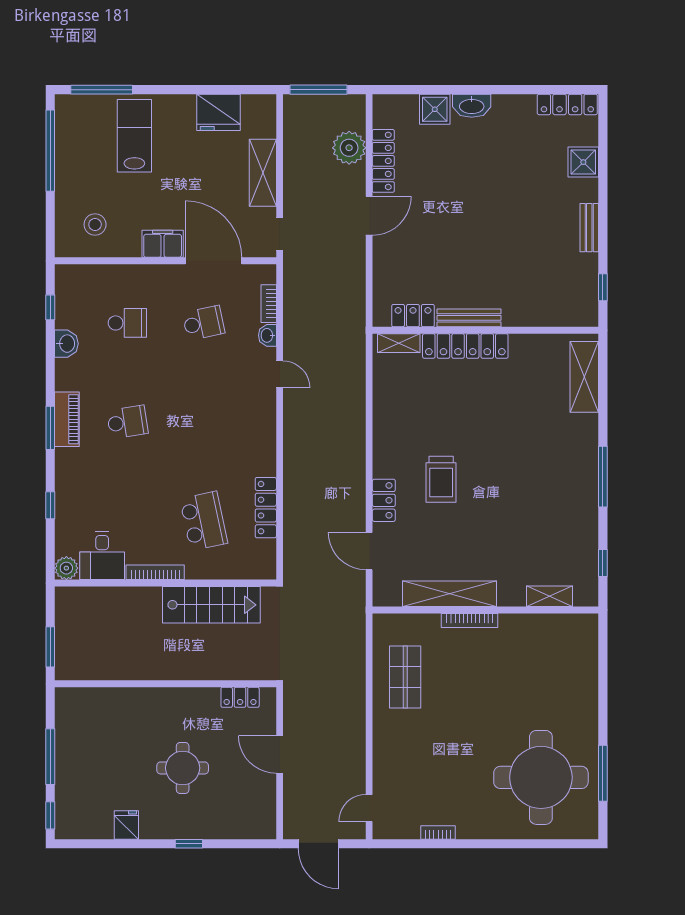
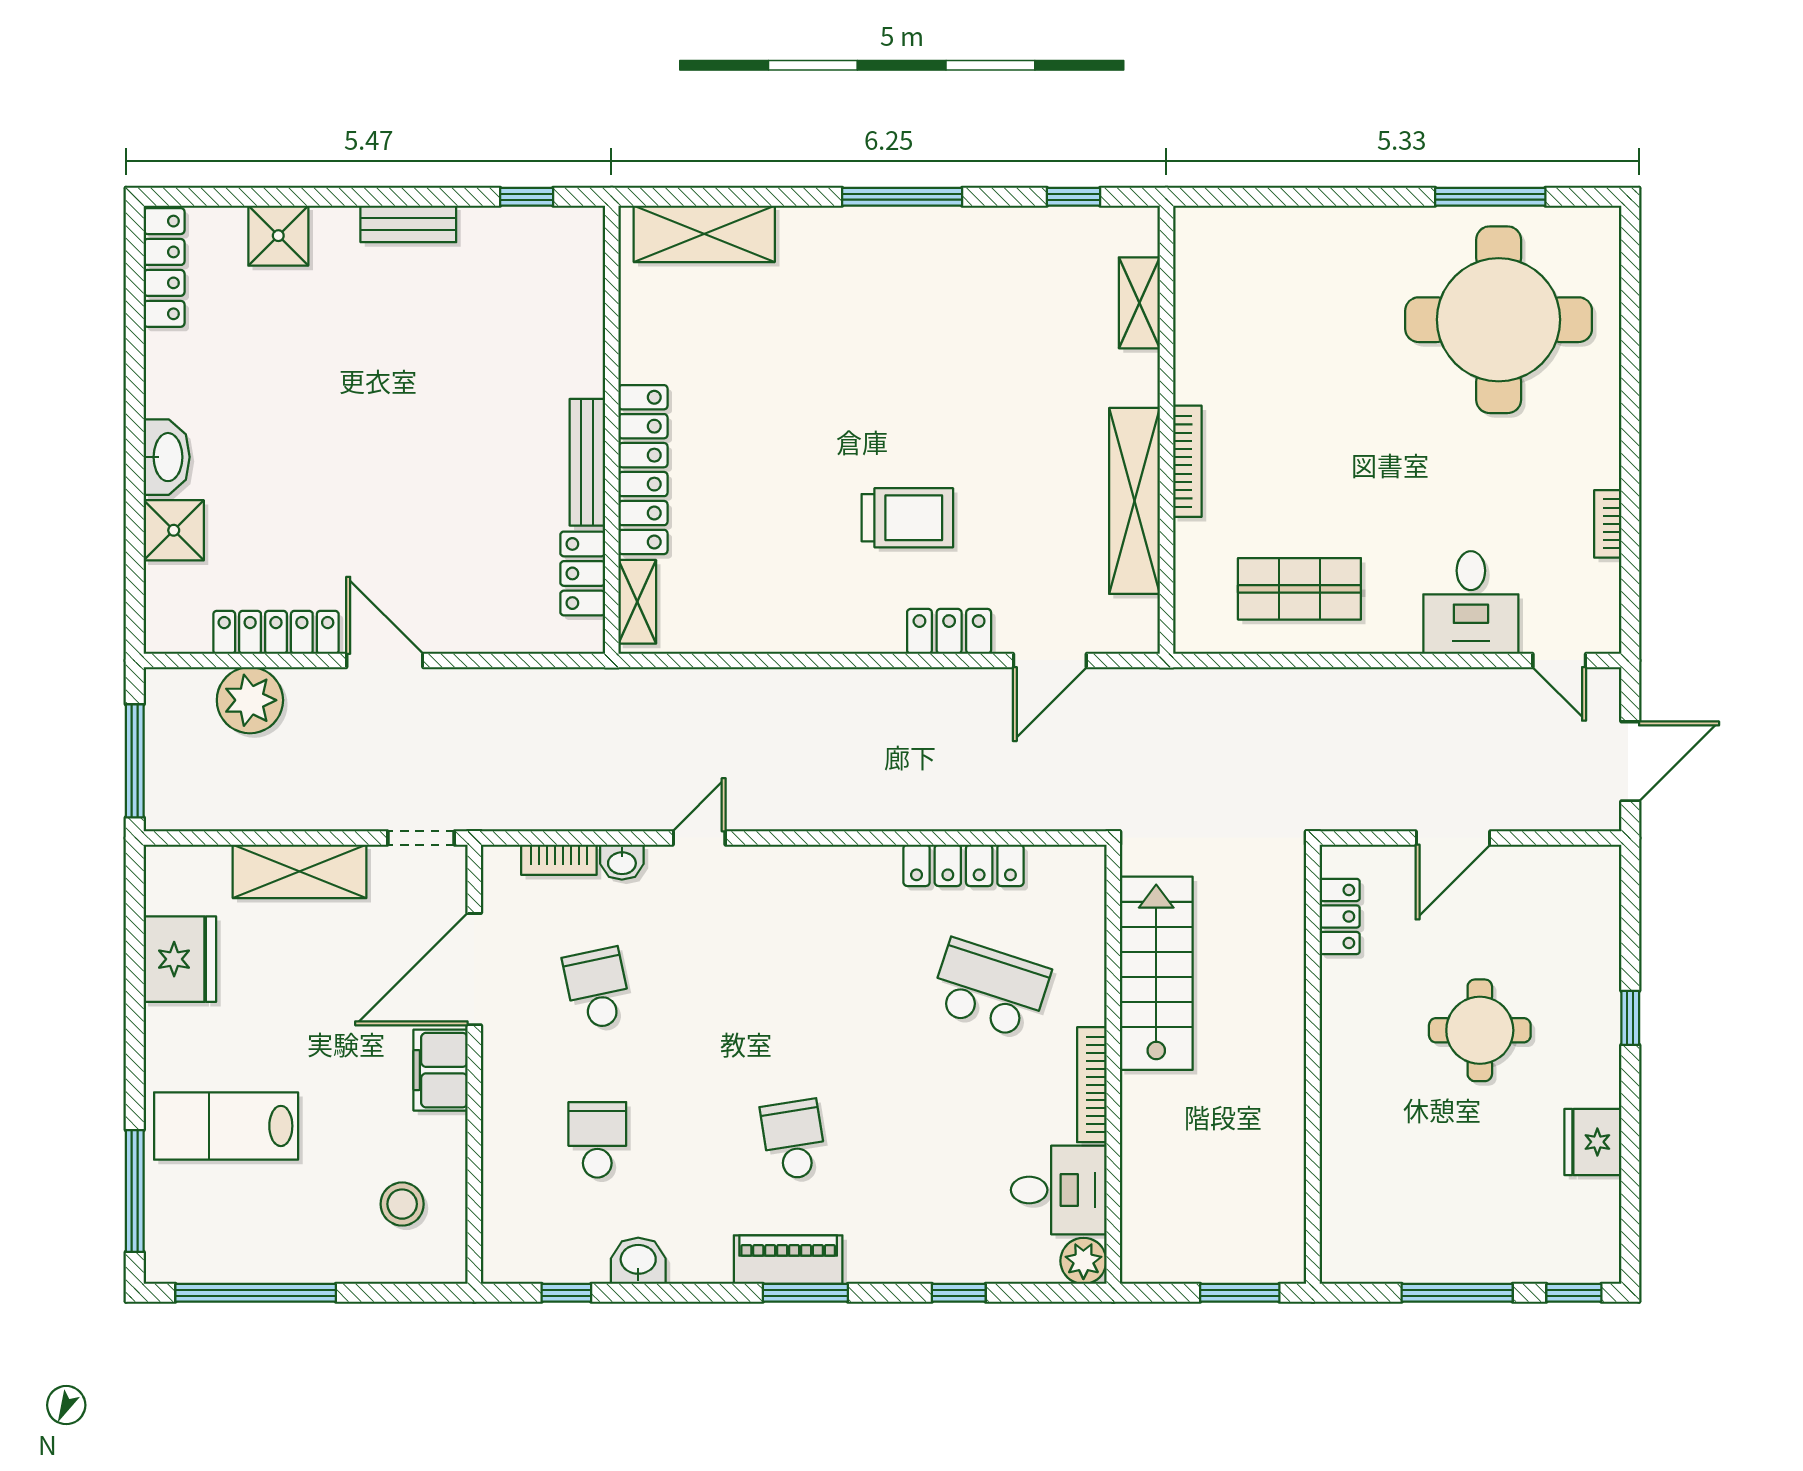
school desk: (204, 521) -> (990, 989), turned 30
desk: (398, 763) -> (1471, 602), added
fridge: (126, 825) -> (1593, 1142), width x1.38

